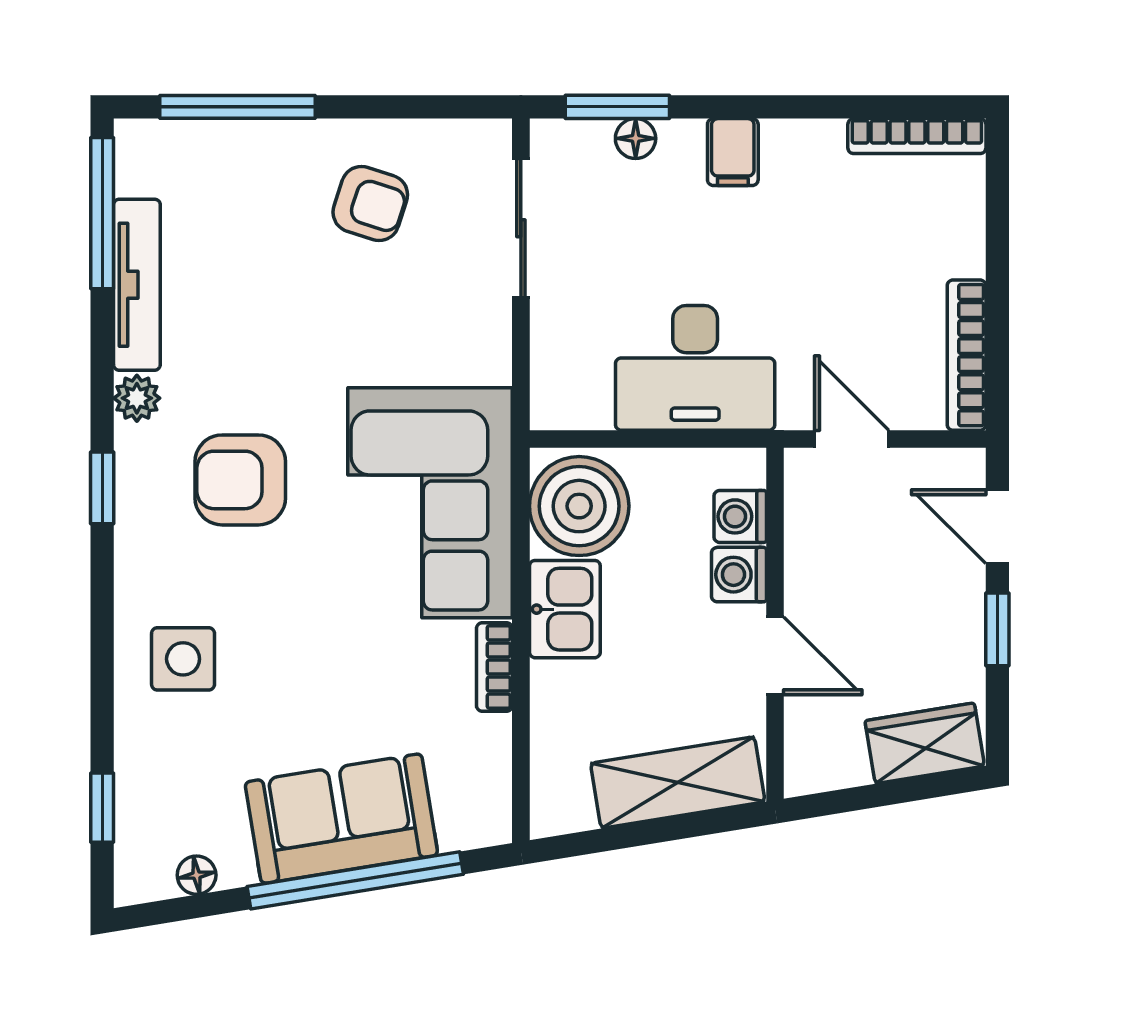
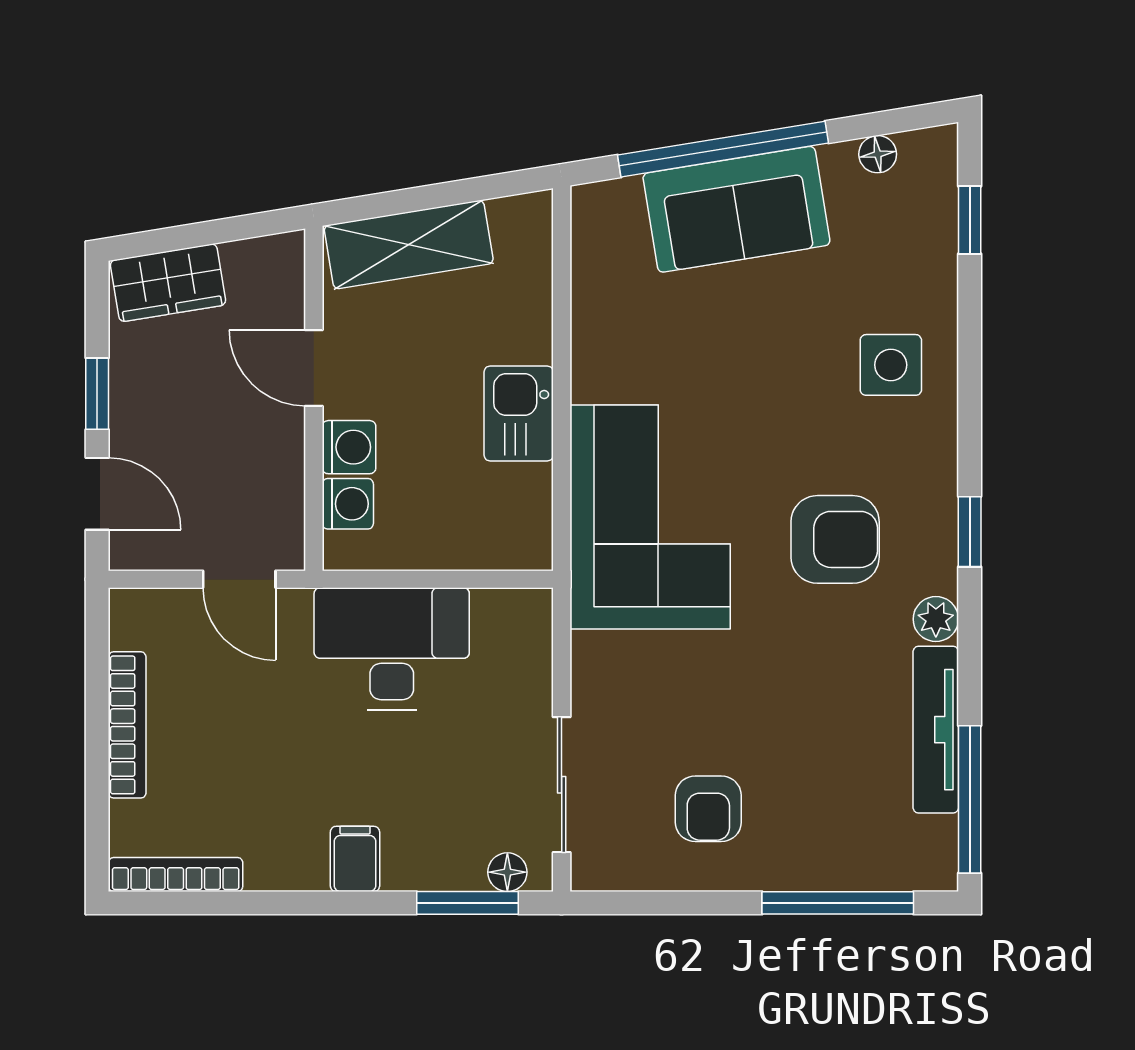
floor lamp: (636, 138) -> (507, 872), moved
armchair: (370, 203) -> (708, 809), turned -108
bookcase: (967, 355) -> (127, 725), moved
boiler: (579, 506) -> (505, 514), removed
bookcase: (494, 667) -> (587, 357), removed

